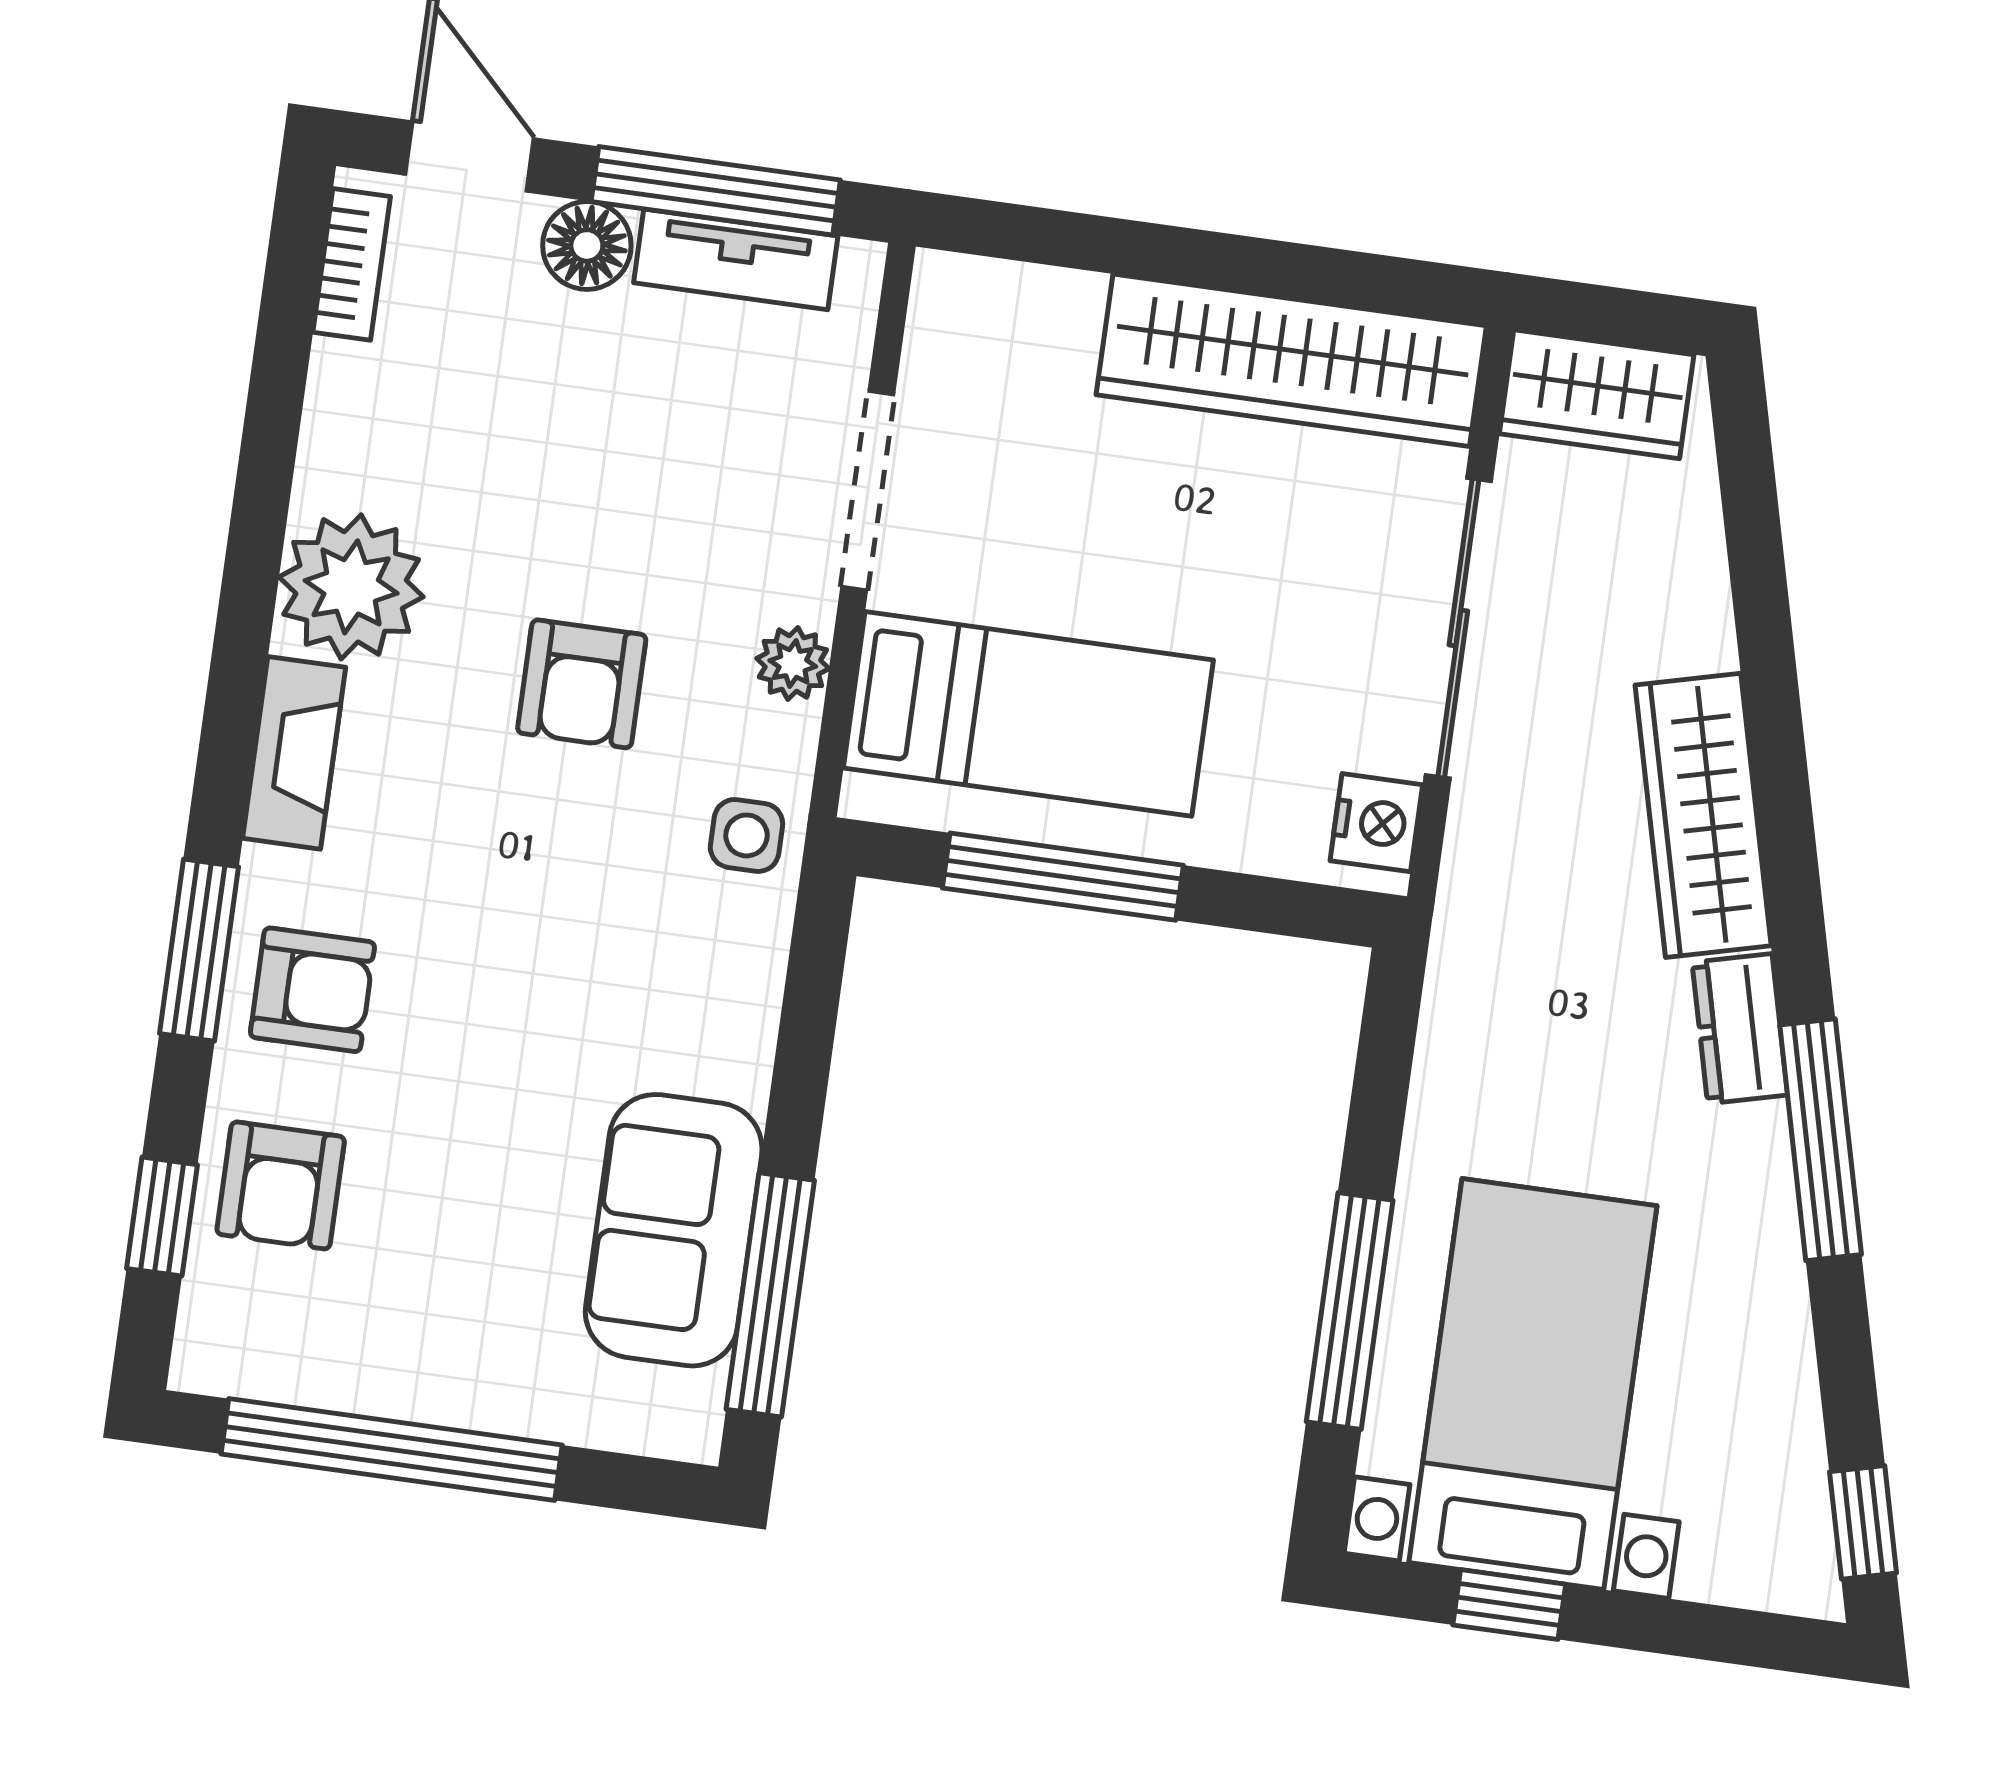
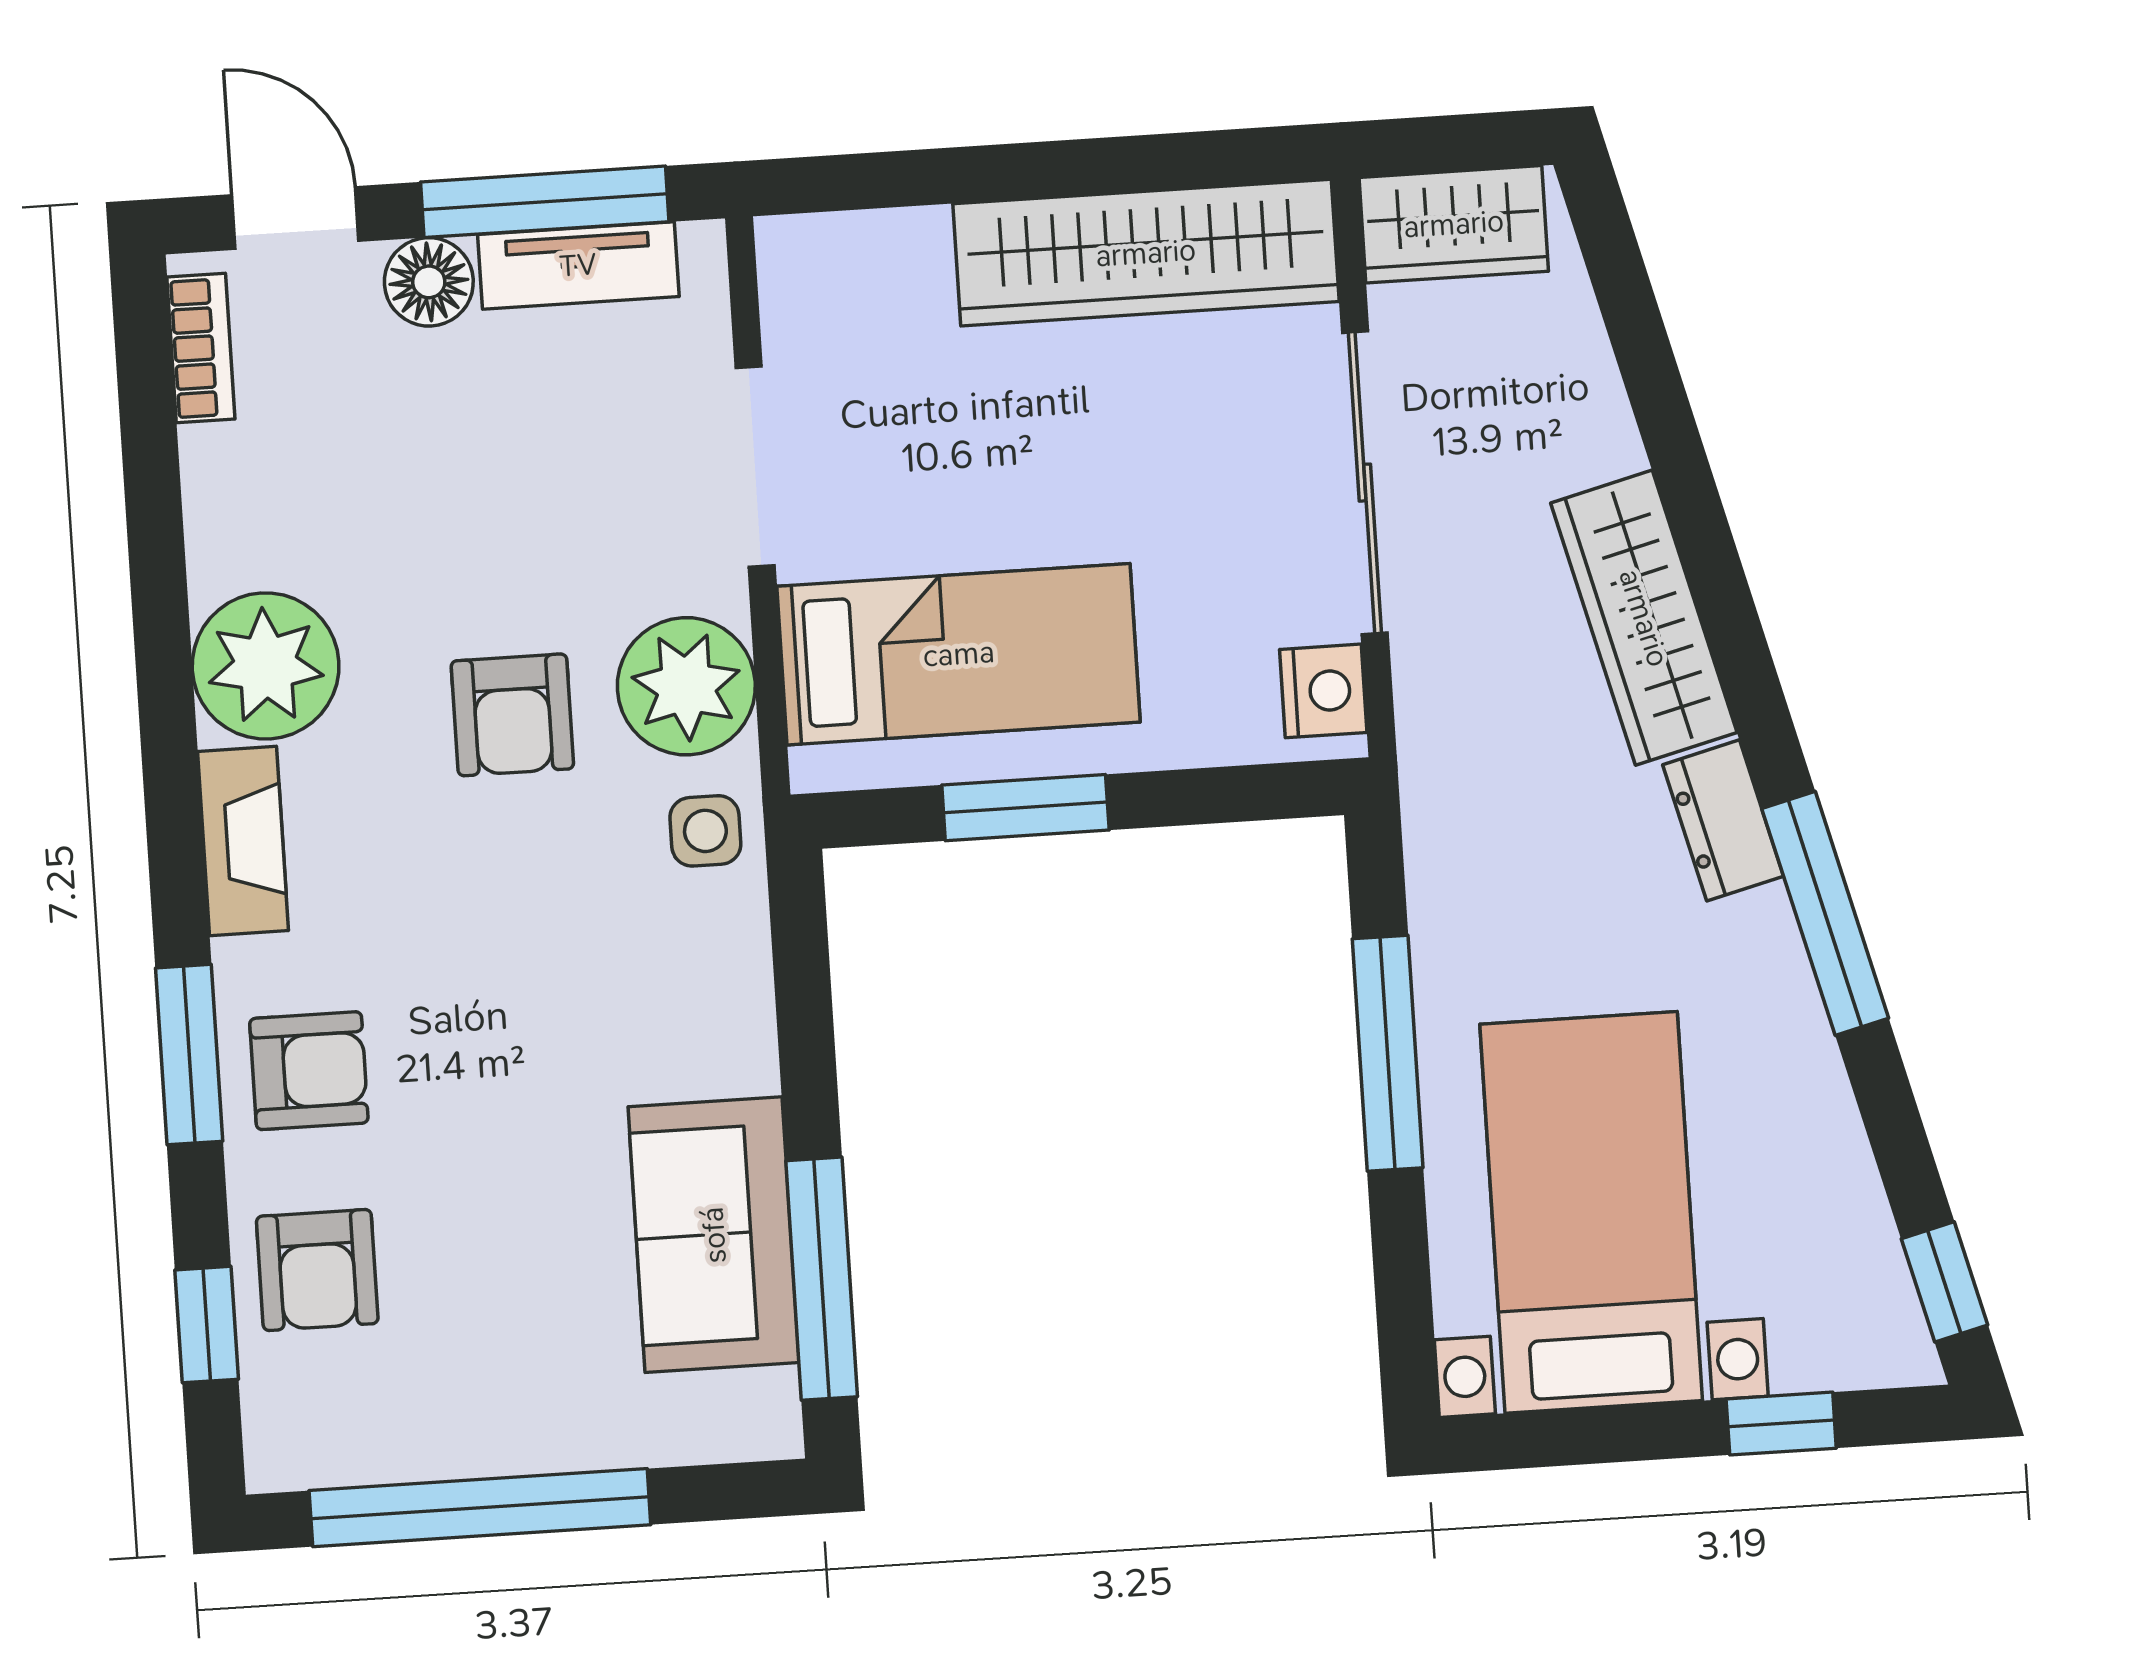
plant: (793, 663) -> (686, 686), width x1.87, depth x1.87
window: (1063, 877) -> (1025, 808), width x0.69
window: (1350, 1311) -> (1388, 1053), moved
window: (1509, 1605) -> (1781, 1424), moved

